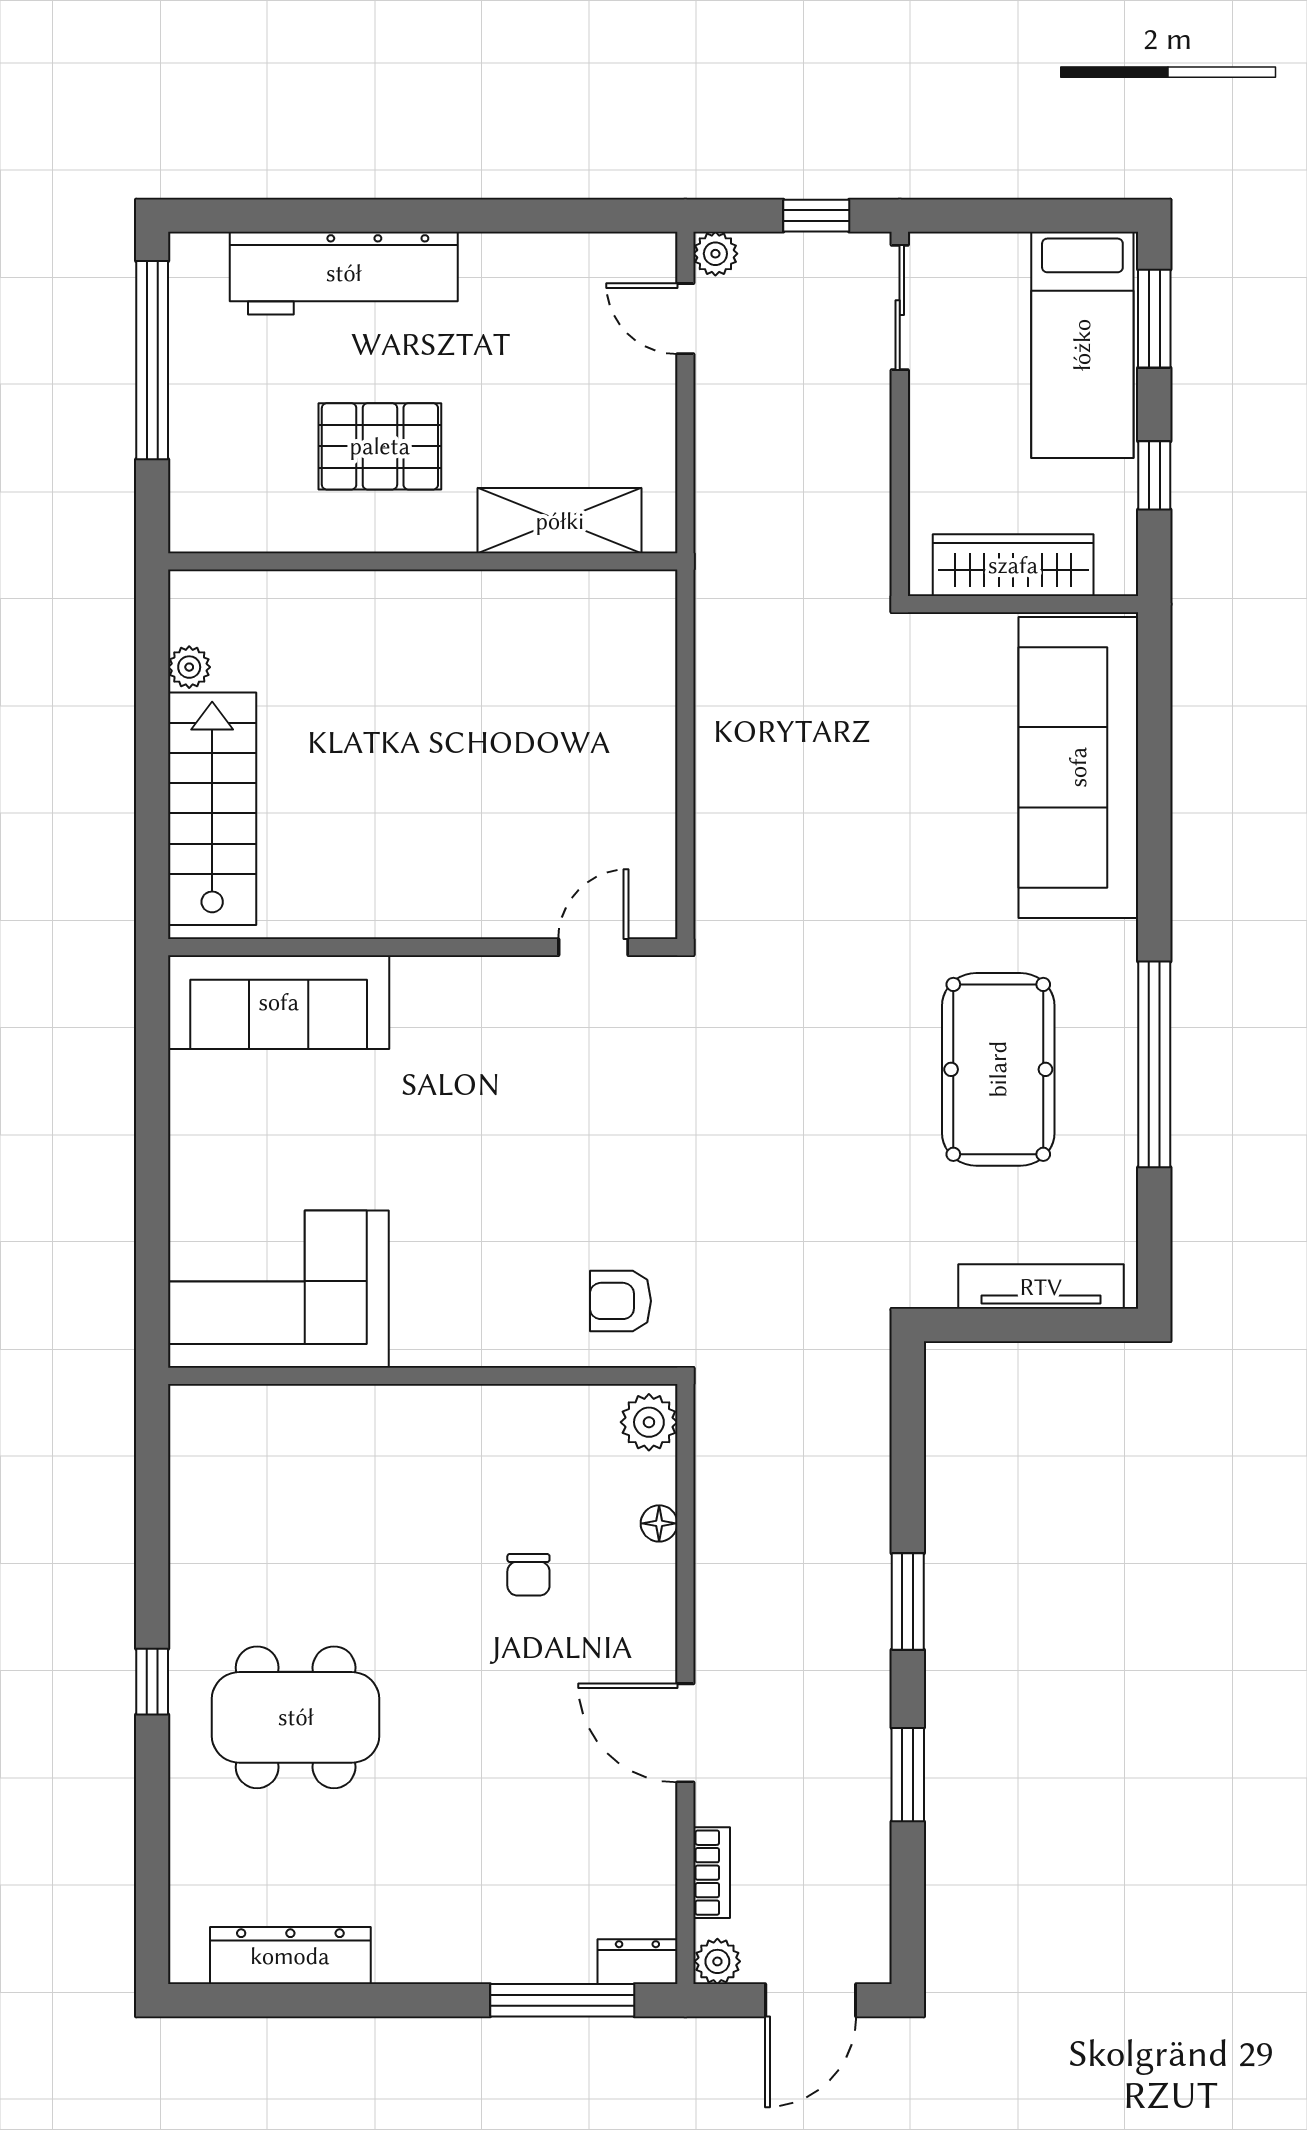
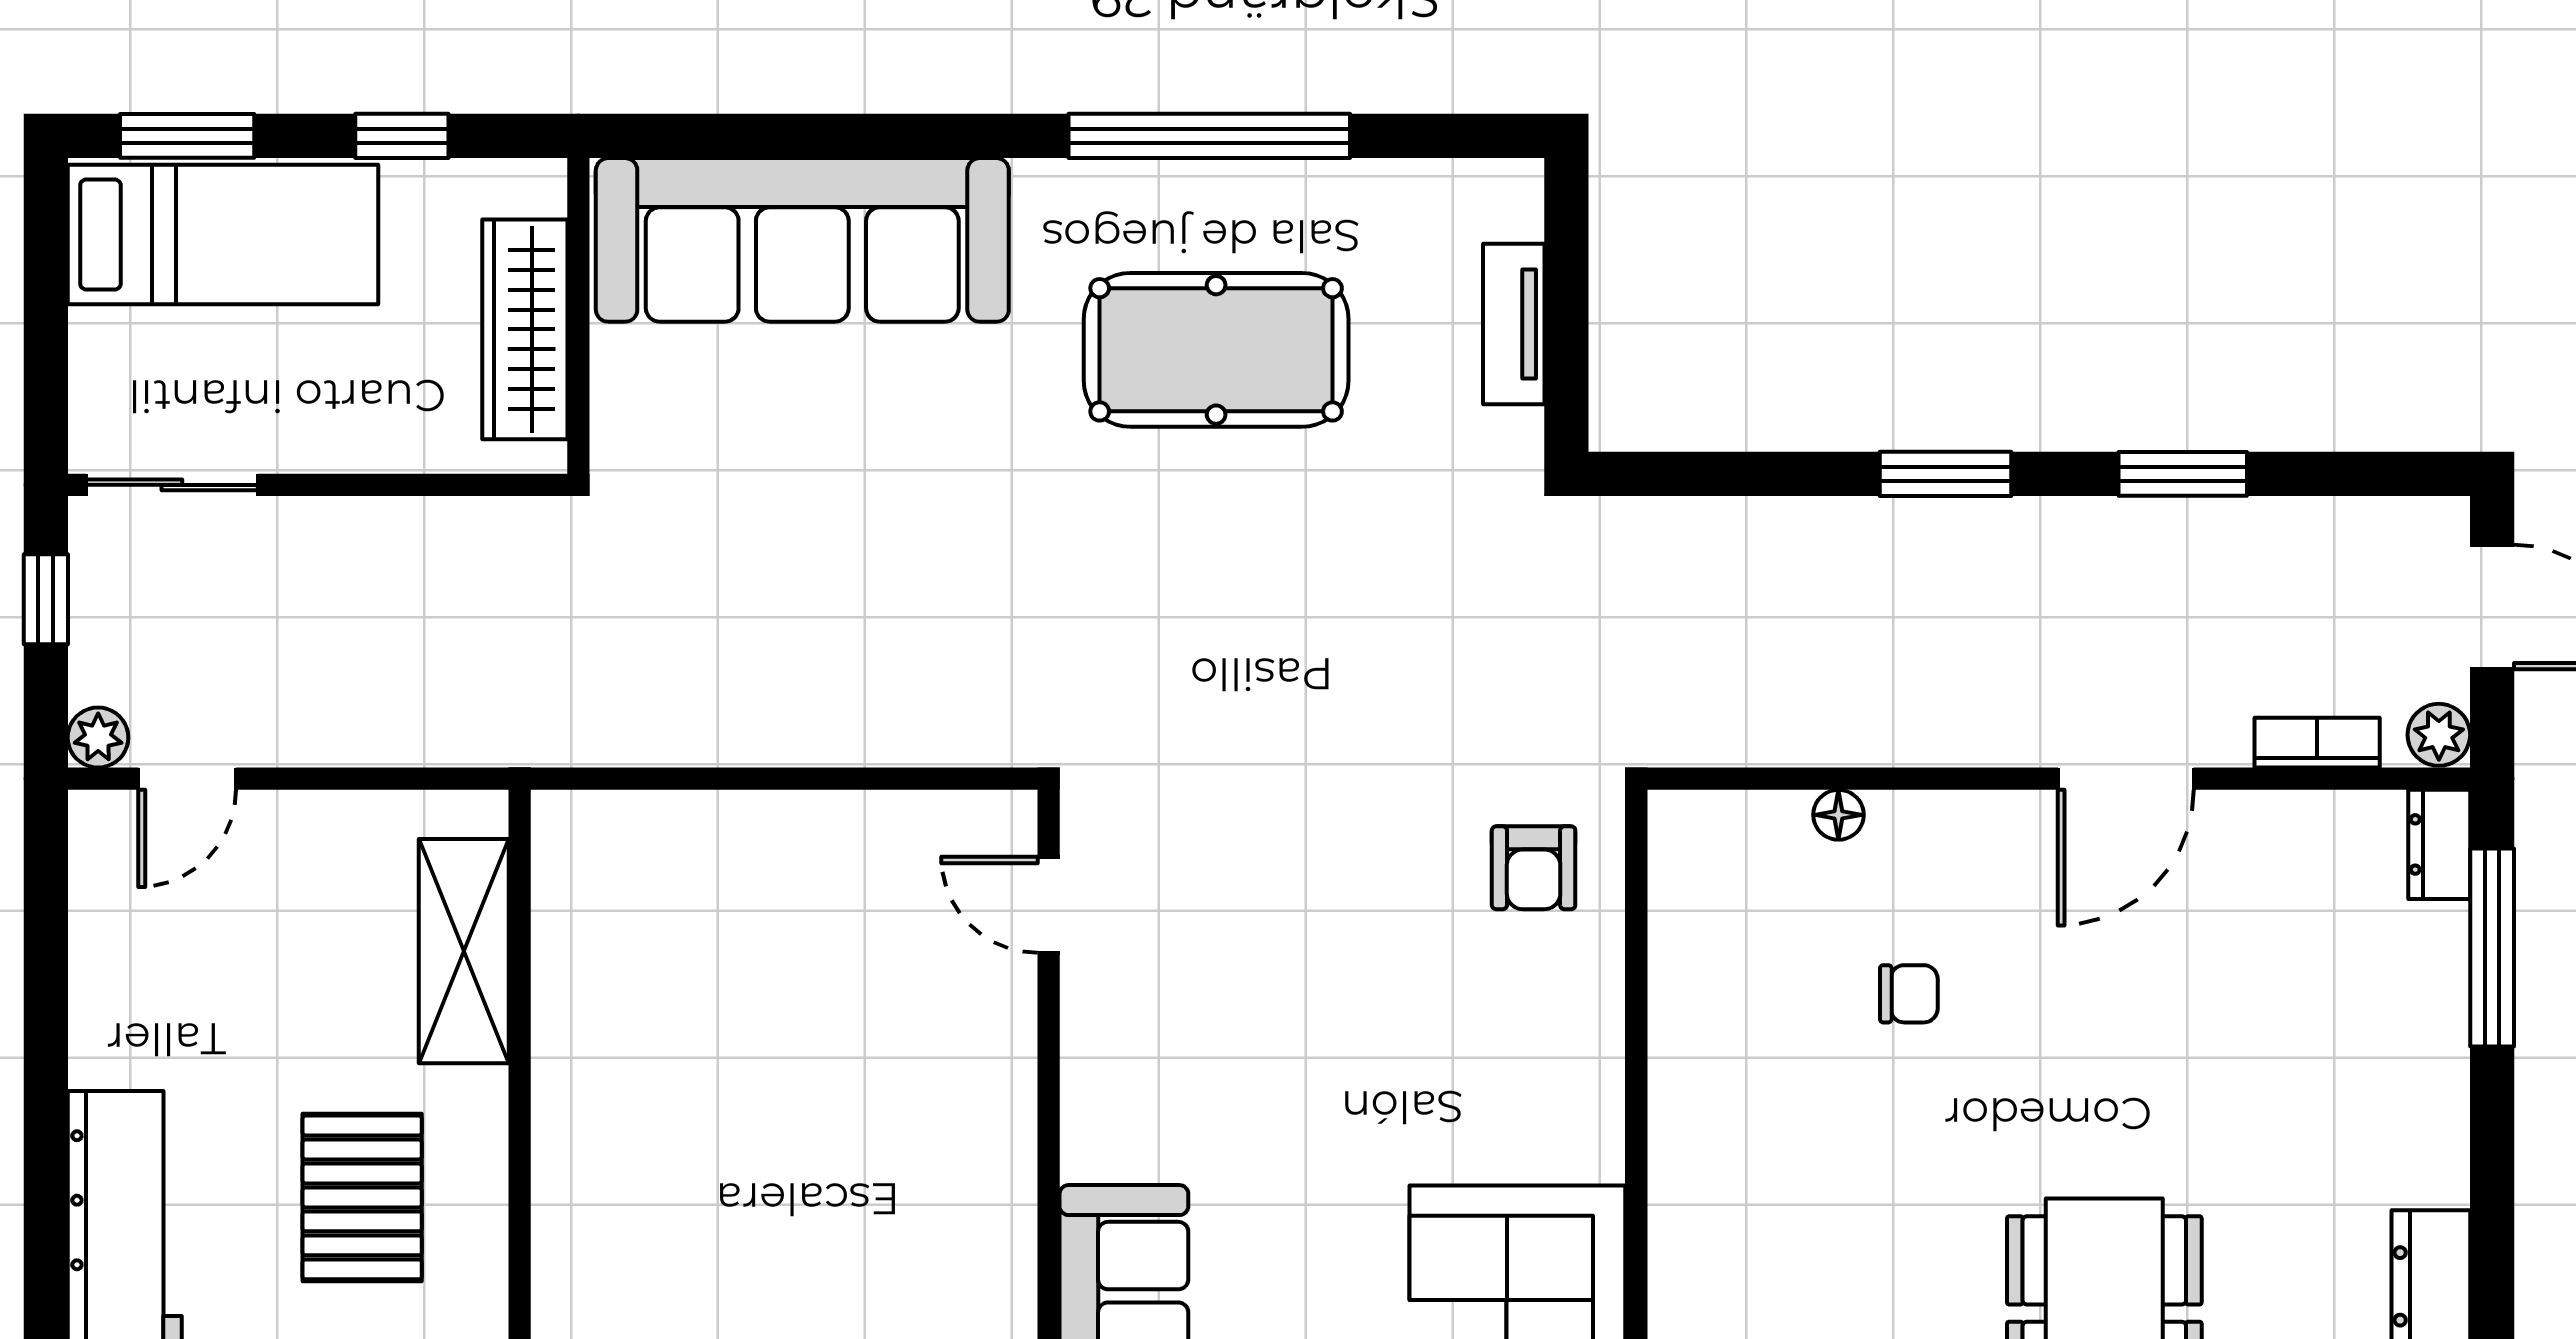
tv unit: (1041, 1287) -> (1514, 324), width x0.71
plant: (649, 1422) -> (1700, 829), removed

